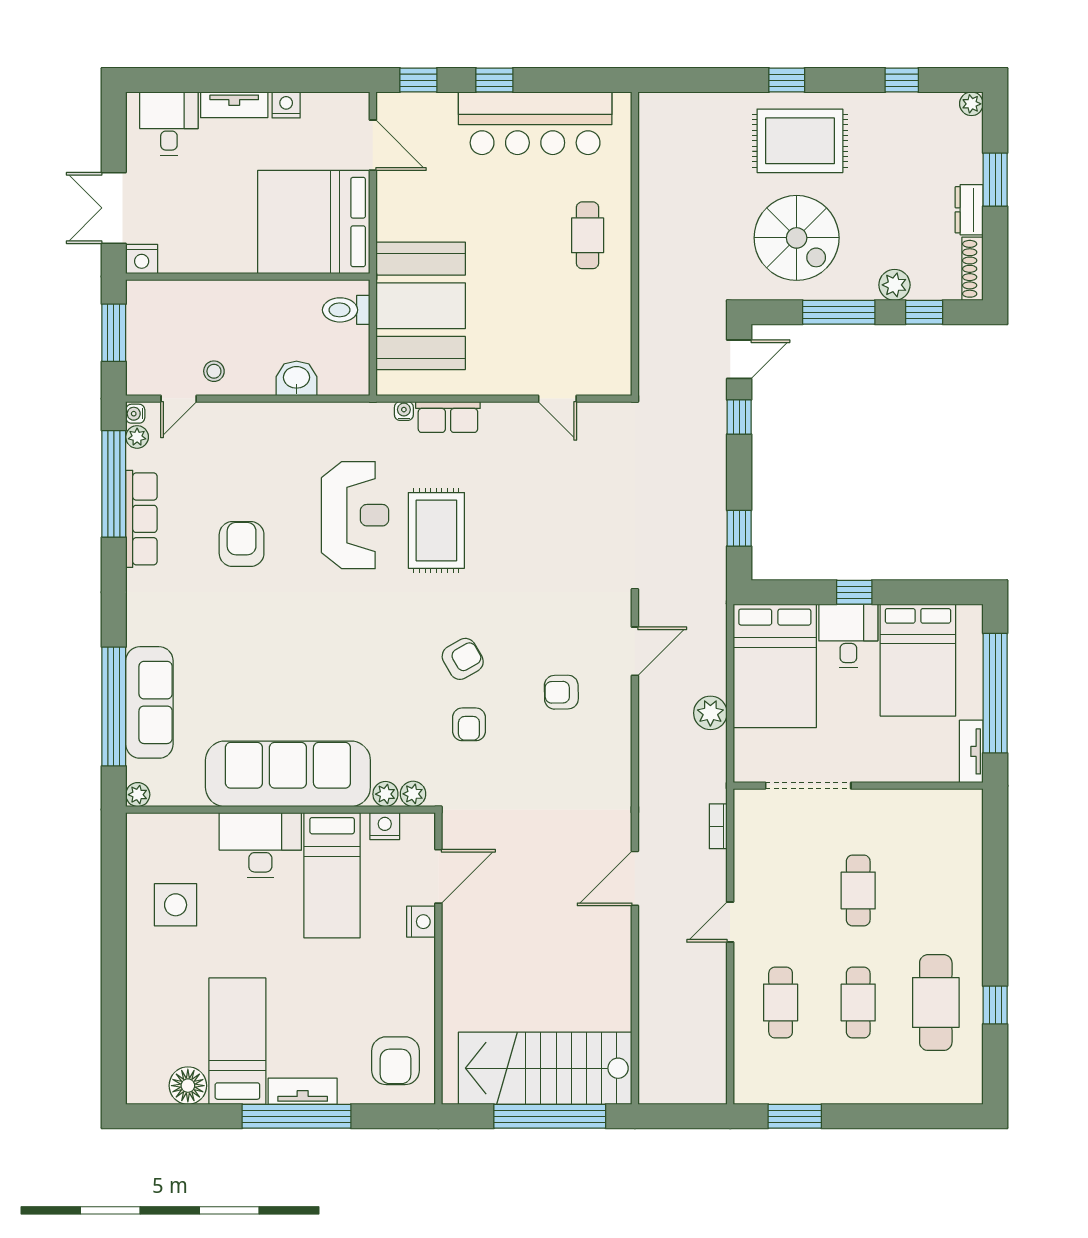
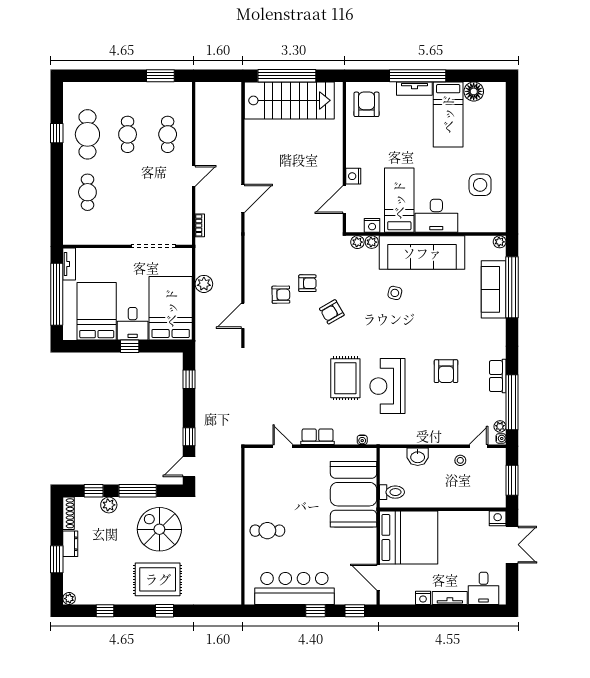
cafe table: (588, 235) -> (267, 531), turned 90
row of seats: (448, 417) -> (318, 437), moved
row of seats: (141, 519) -> (498, 376), width x0.68
side table: (341, 695) -> (395, 293), added
armchair: (469, 724) -> (307, 283), moved, turned 90
cafe table: (858, 890) -> (87, 192), moved

